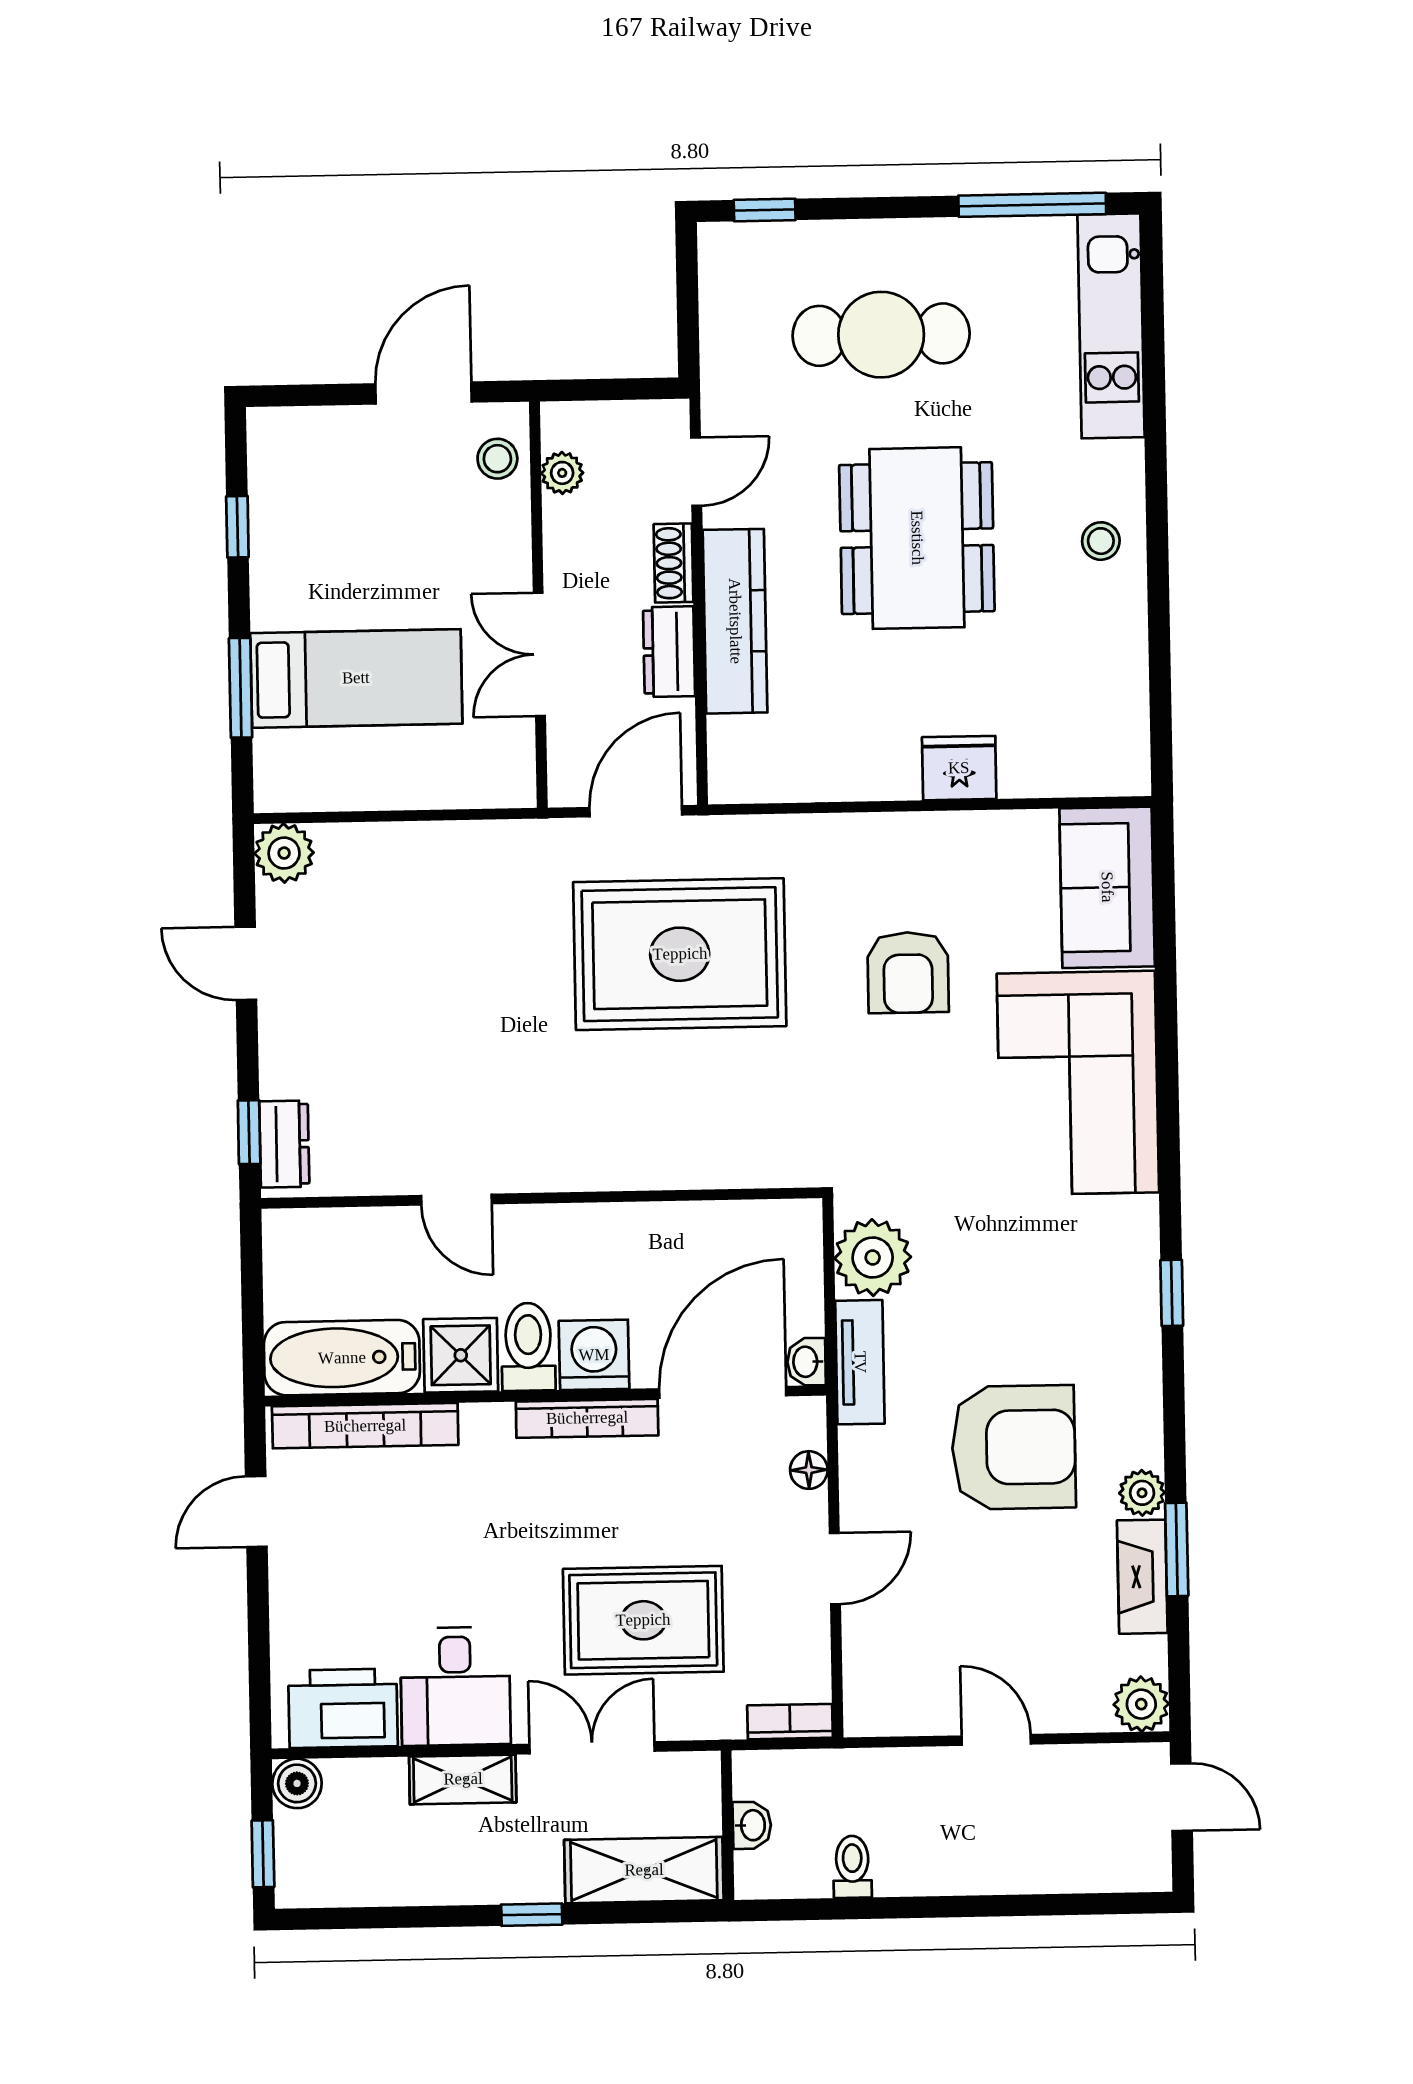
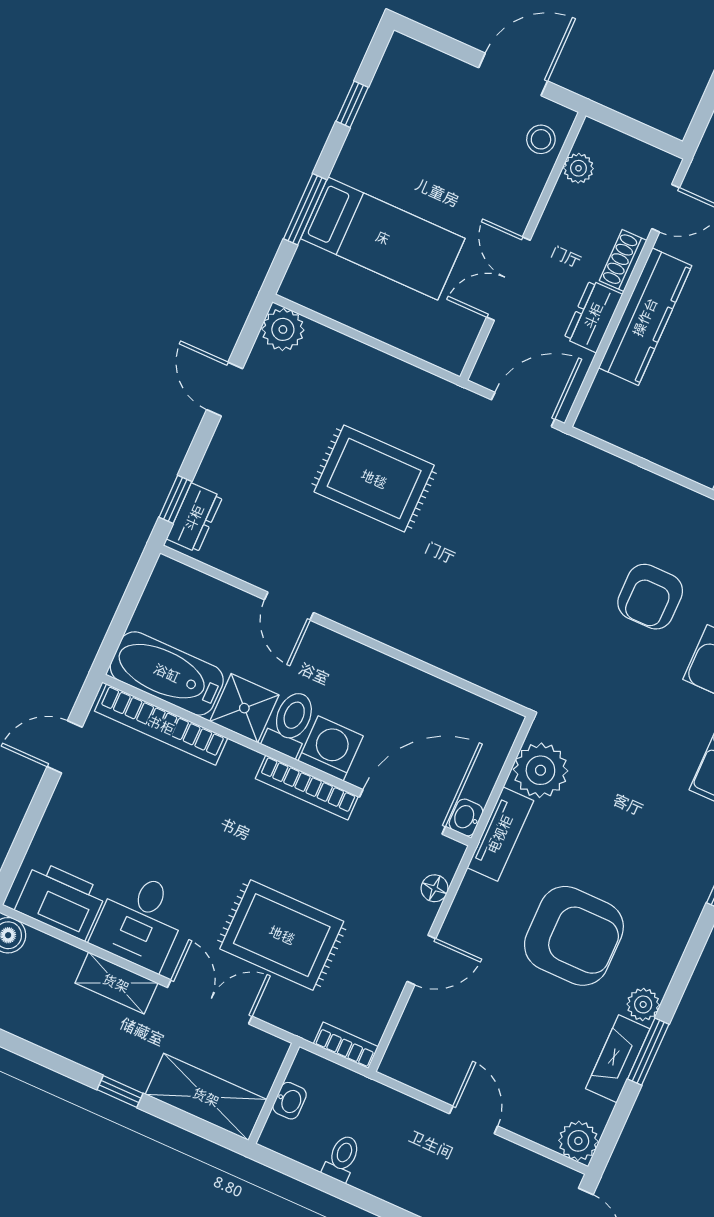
rug: (680, 954) -> (374, 479), moved, width x0.73, depth x0.69

